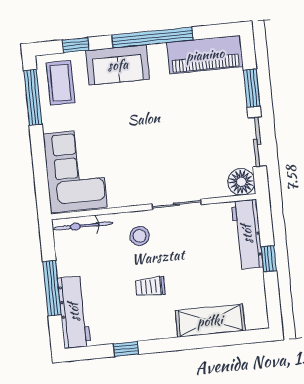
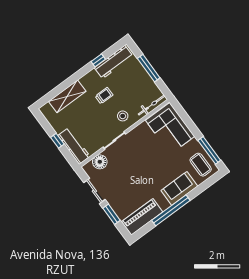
window: (76, 45) -> (204, 186), removed
floor lamp: (241, 182) -> (100, 162), moved
workbench: (74, 312) -> (114, 62), moved, turned -90

